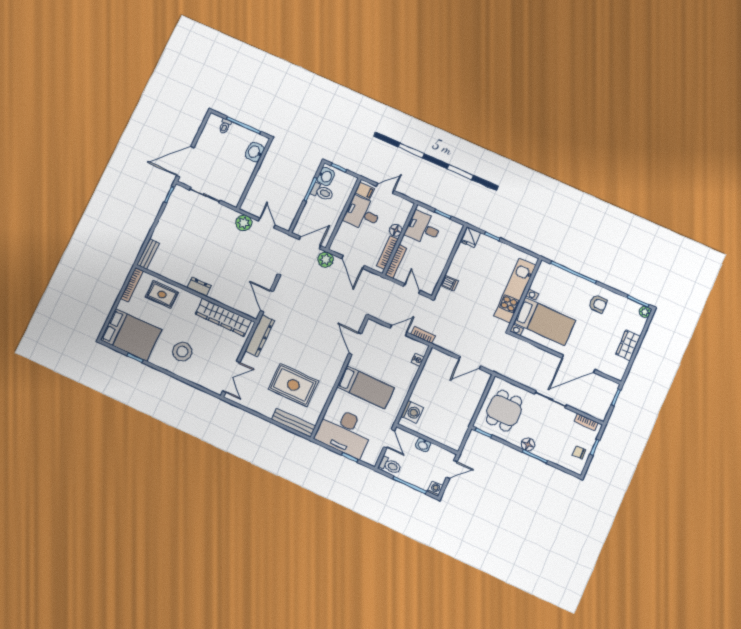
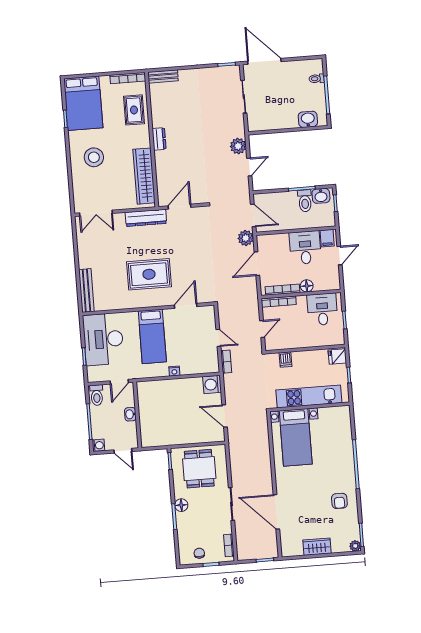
door: (385, 188) -> (339, 256), hinge flipped
kitchen unit: (515, 291) -> (309, 396), moved
wall: (524, 295) -> (310, 407), moved
bed with nightstands: (545, 321) -> (296, 437), moved
nightstand: (418, 360) -> (174, 371), moved
rug: (293, 385) -> (149, 274), moved, turned 90
dining table: (504, 411) -> (199, 469), turned 90
washing machine: (412, 412) -> (212, 384), moved, turned 90

